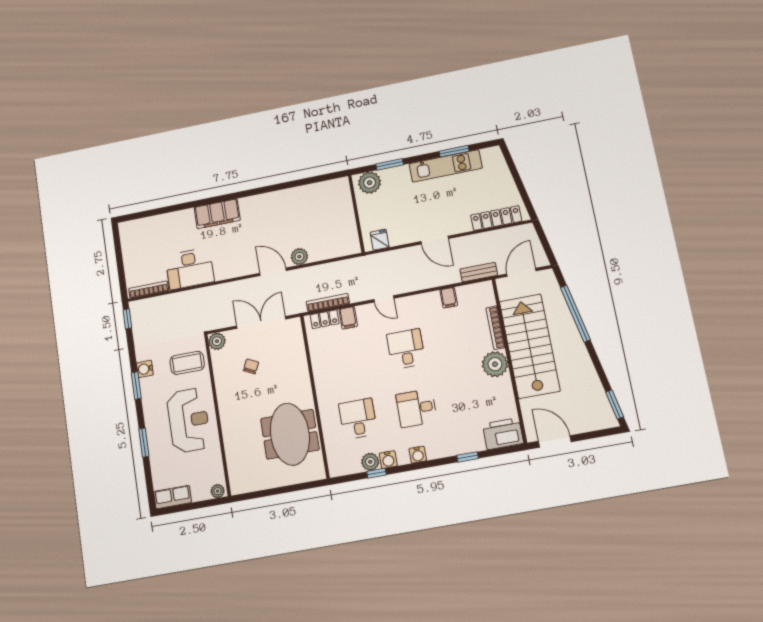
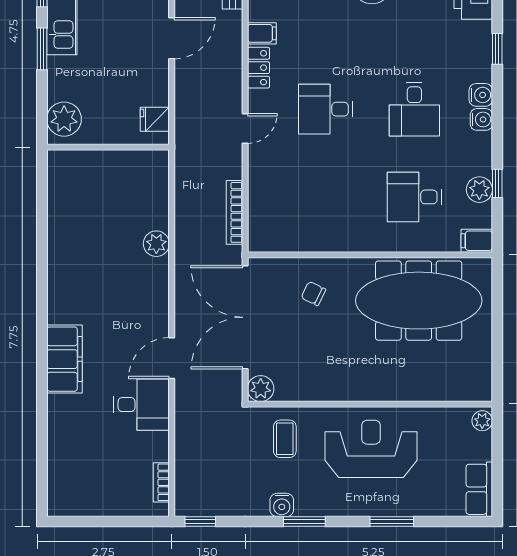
window: (390, 164) -> (42, 49), moved
desk: (190, 269) -> (142, 405), width x0.73
door: (273, 272) -> (172, 358), moved
bookcase: (149, 290) -> (161, 482), width x0.64
filing cabinet: (348, 318) -> (477, 241), moved, turned 180
locker: (325, 319) -> (259, 68), moved
double door: (261, 322) -> (245, 317), width x1.36
coffee table: (187, 363) -> (285, 439), width x0.73, depth x0.77
chair: (251, 366) -> (313, 294), moved
meeting table: (290, 434) -> (419, 301), width x1.36
water cooler: (388, 460) -> (481, 95), moved

